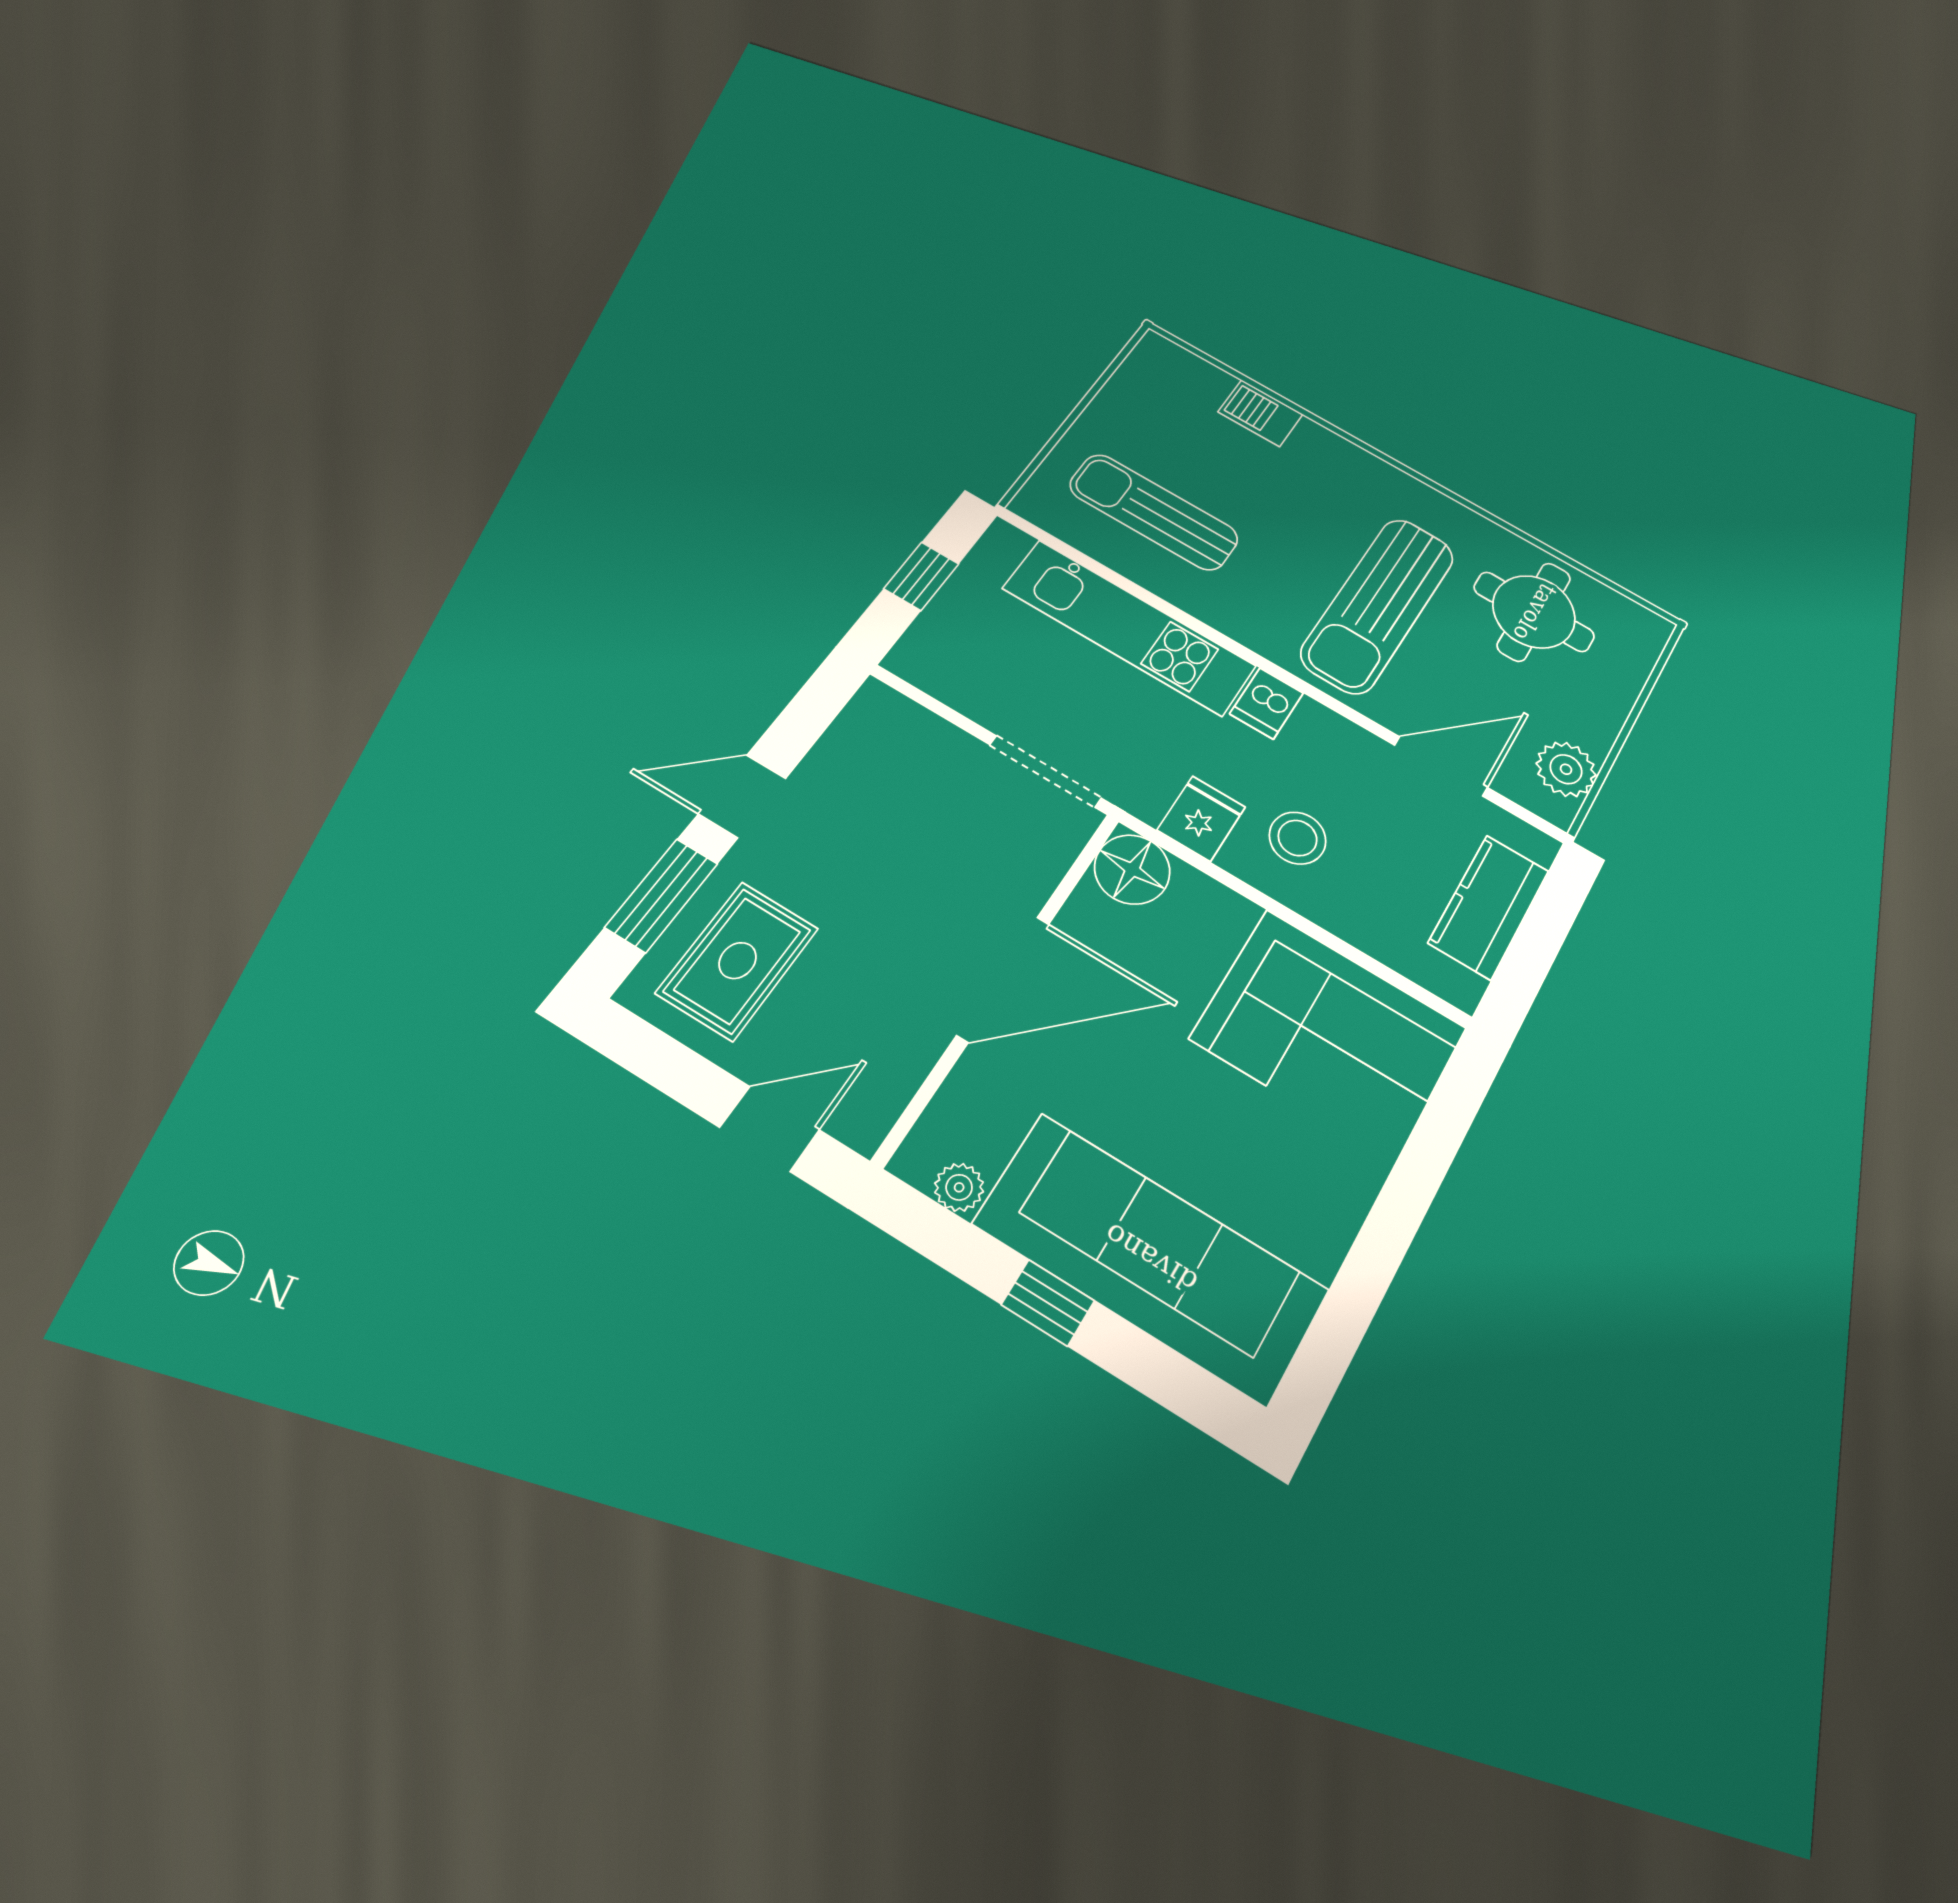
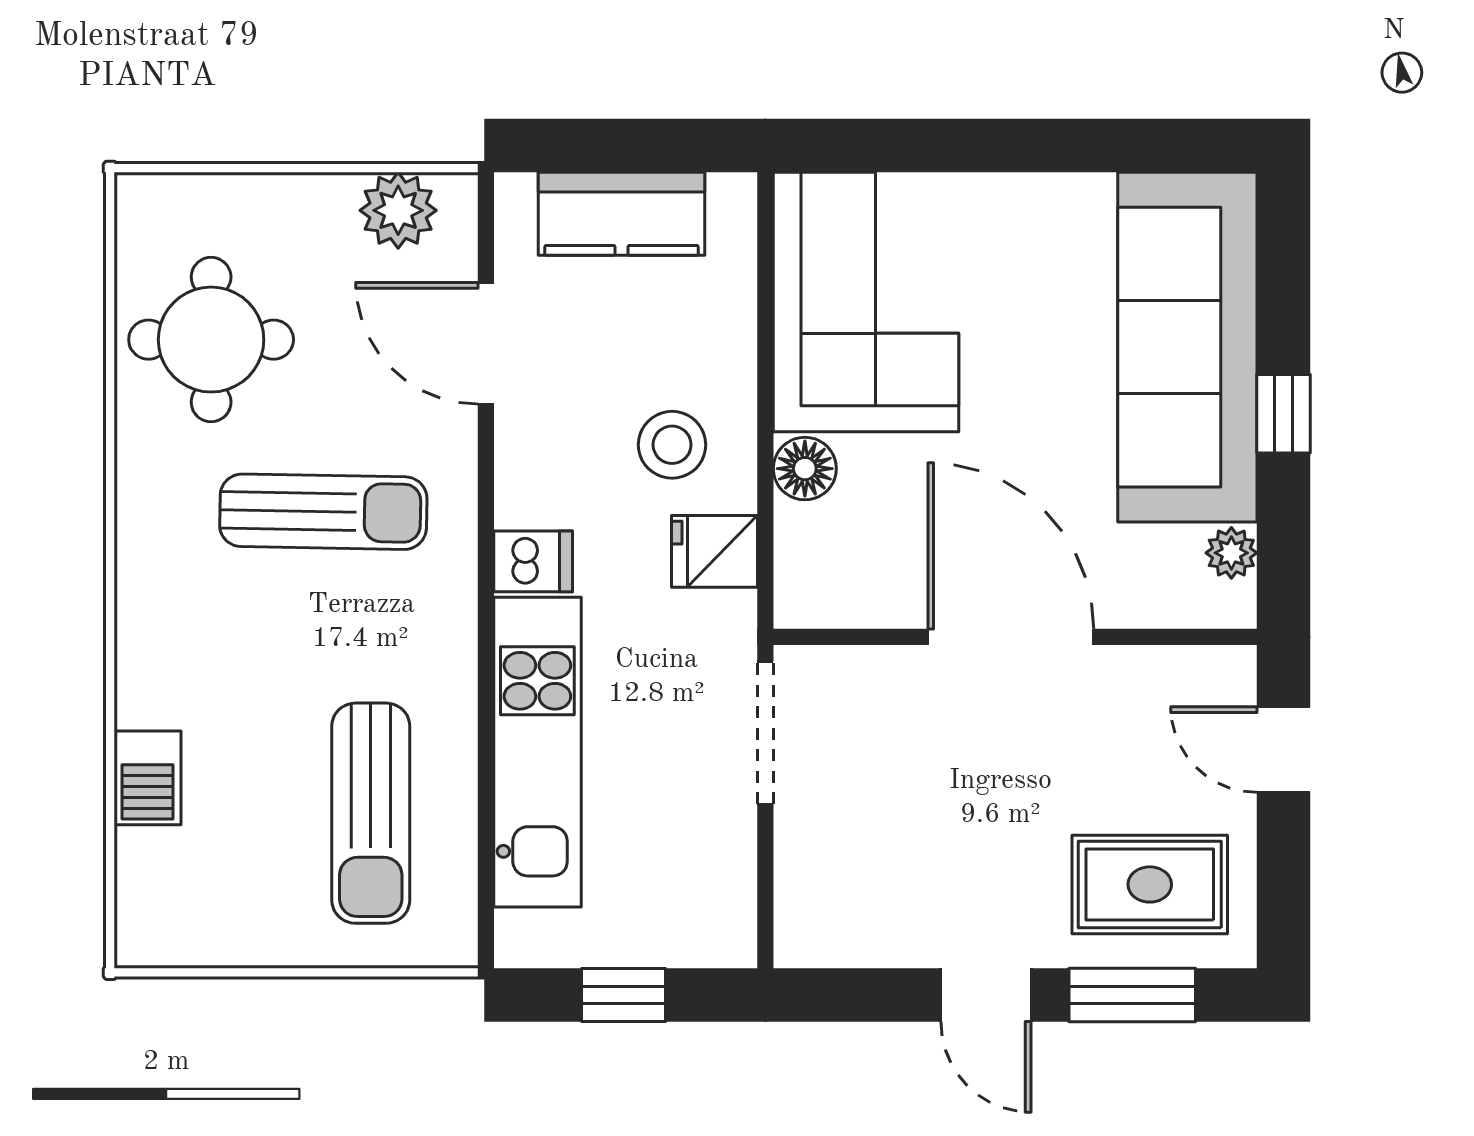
sun lounger: (1378, 605) -> (323, 512), width x0.73, depth x0.75
floor lamp: (1132, 869) -> (805, 469), moved, width x0.73, depth x0.73

